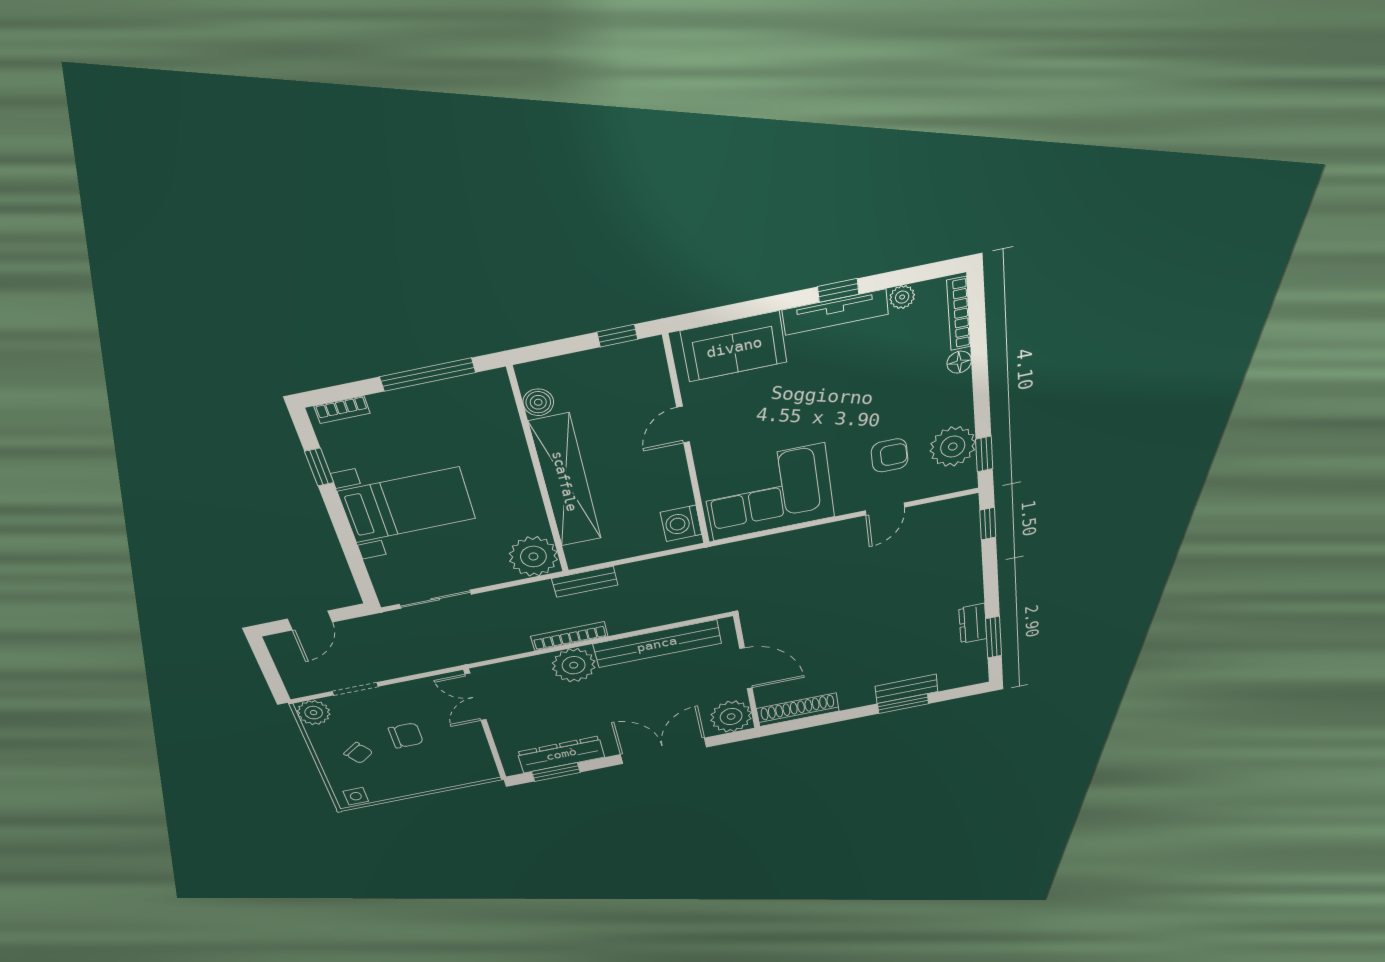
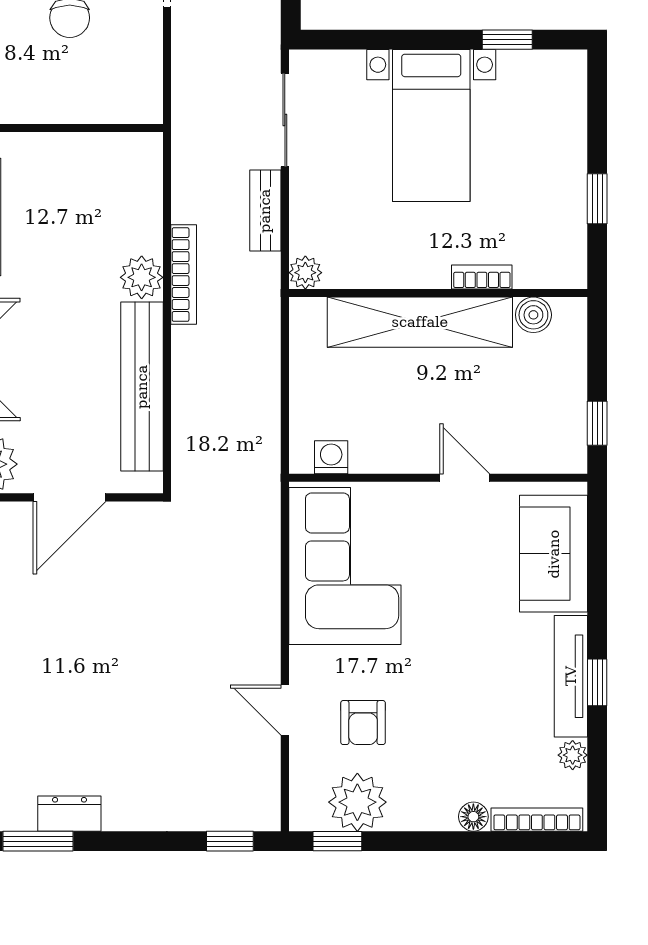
window: (428, 375) -> (597, 199), width x0.46
bookcase: (342, 410) -> (482, 277), moved, turned 90
washing machine: (681, 523) -> (331, 457), width x0.73, depth x0.73
plant: (533, 556) -> (305, 273), width x0.53, depth x0.53
bench: (585, 582) -> (265, 211), moved
plant: (574, 665) -> (142, 277), width x0.73, depth x0.73
double door: (476, 697) -> (113, 128), removed

